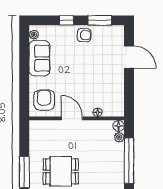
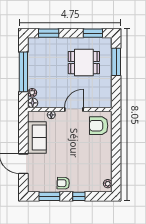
sofa: (39, 58) -> (37, 137), moved, turned 180
armchair: (44, 100) -> (99, 126), turned 90
door: (72, 118) -> (74, 109), swing flipped

